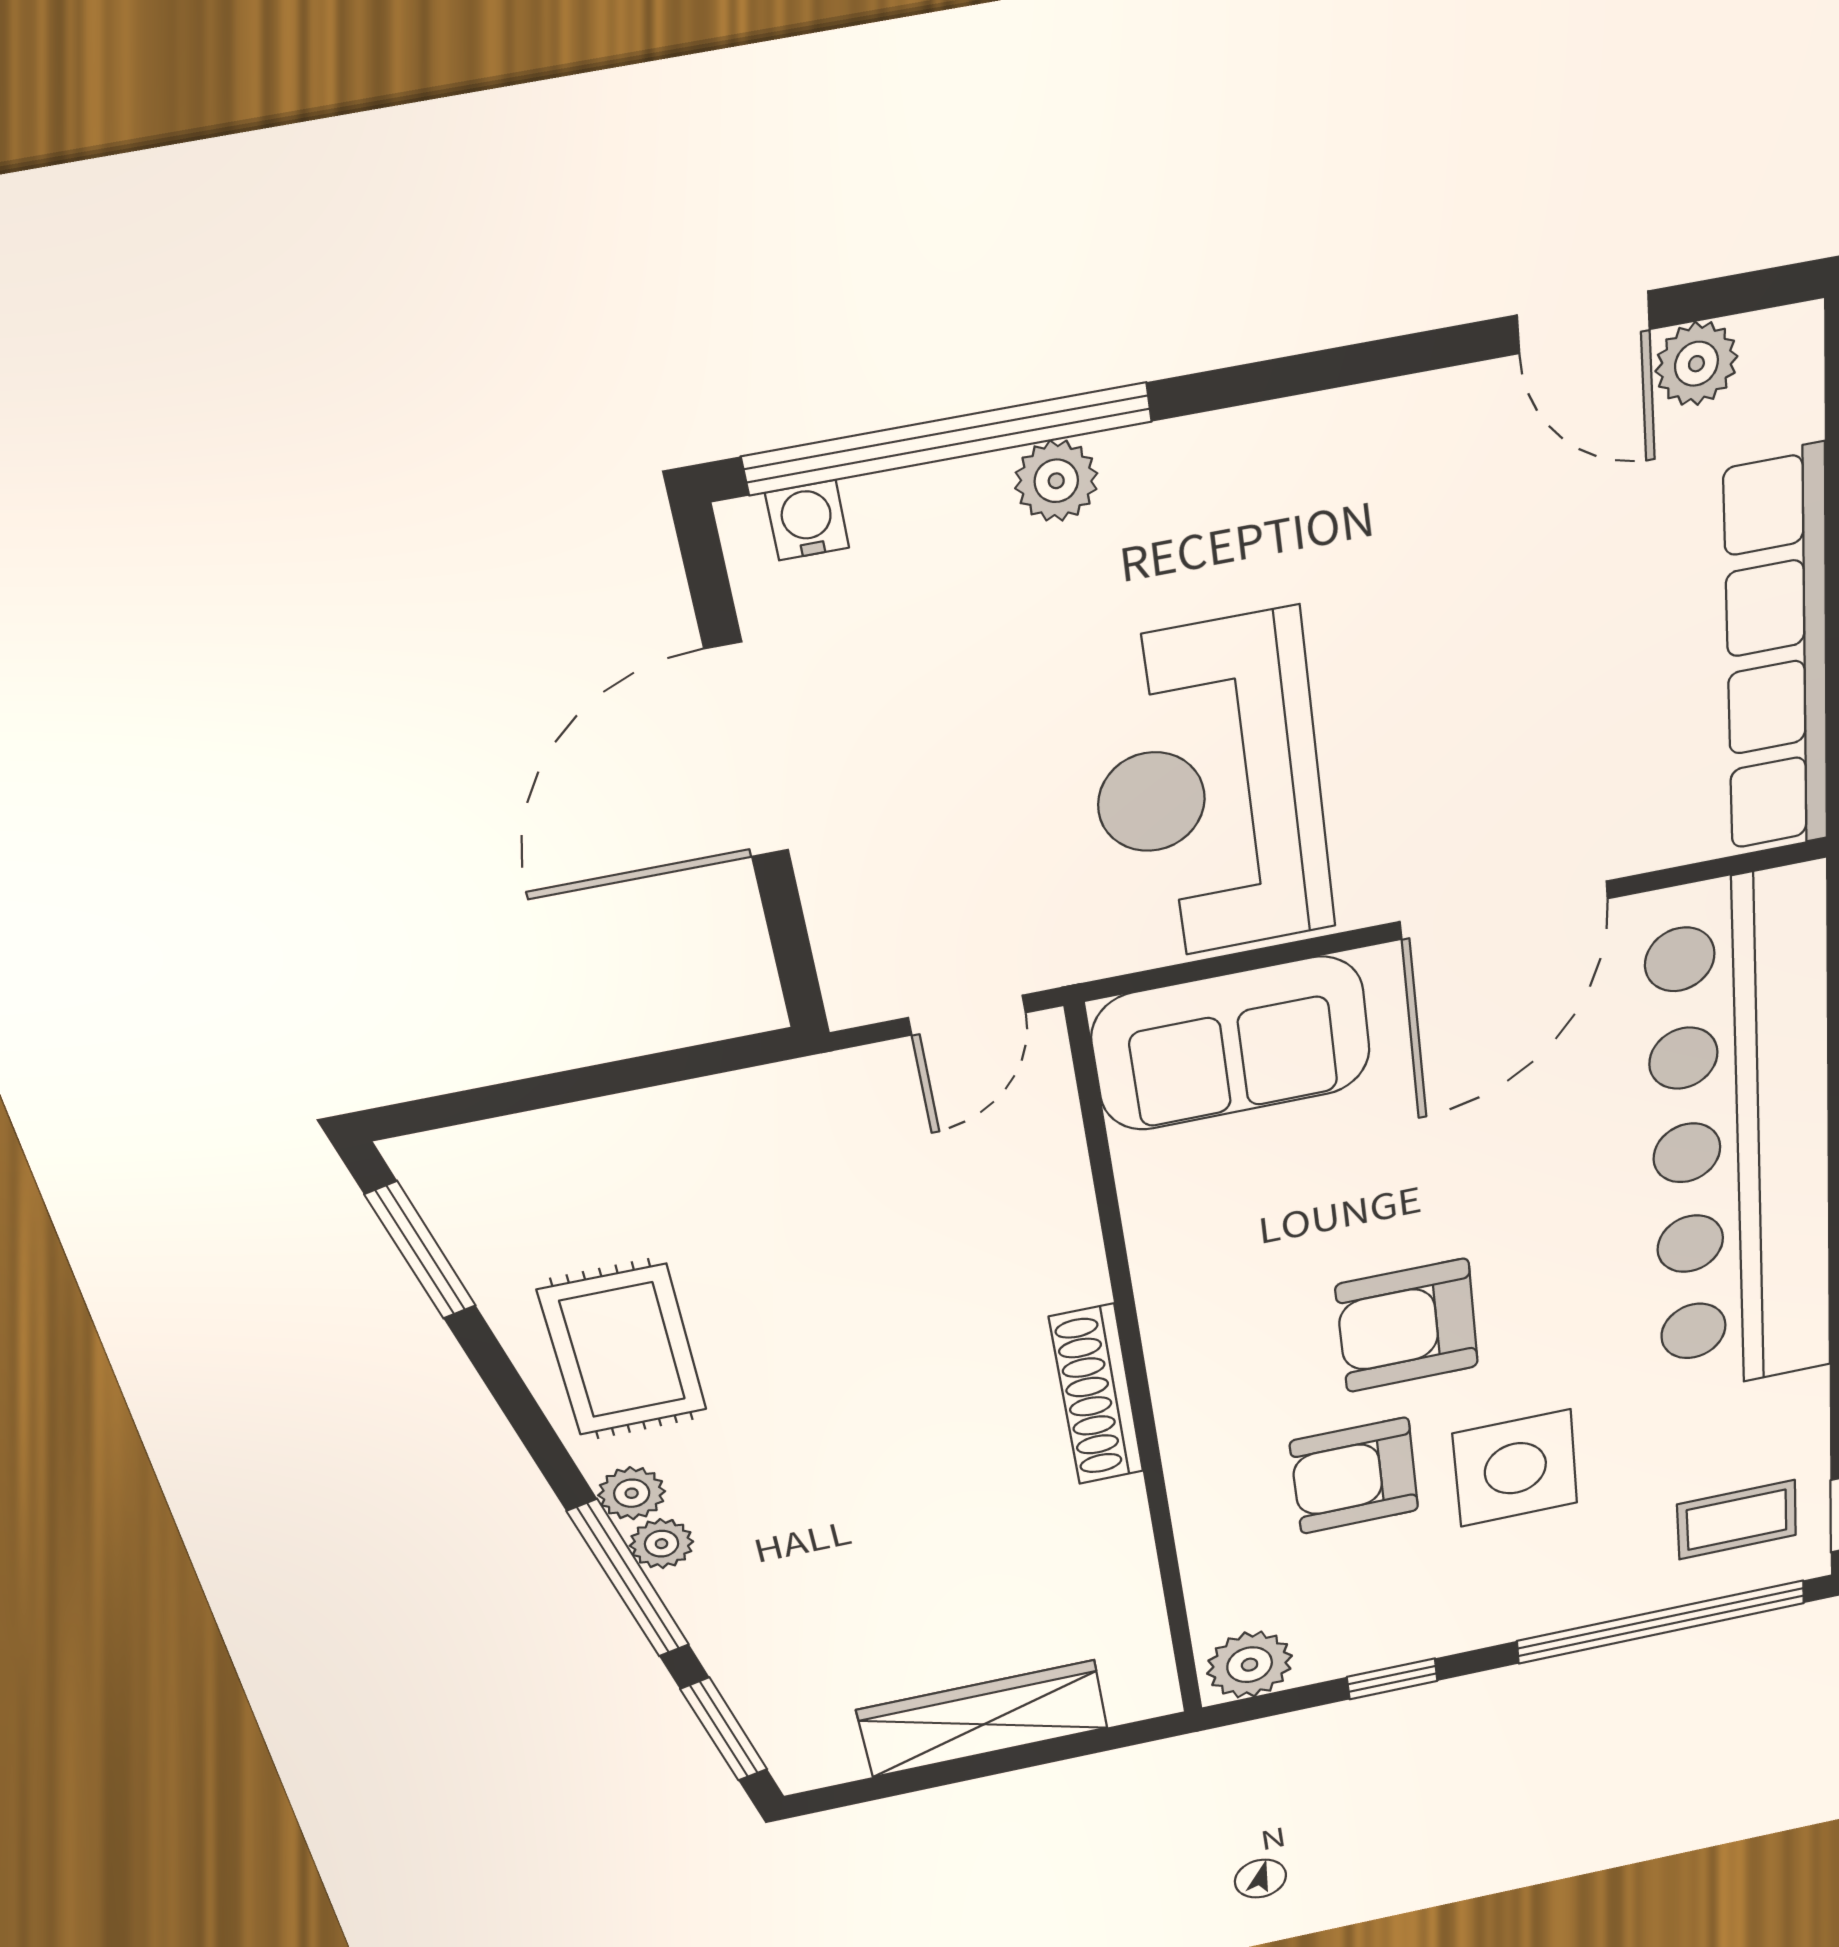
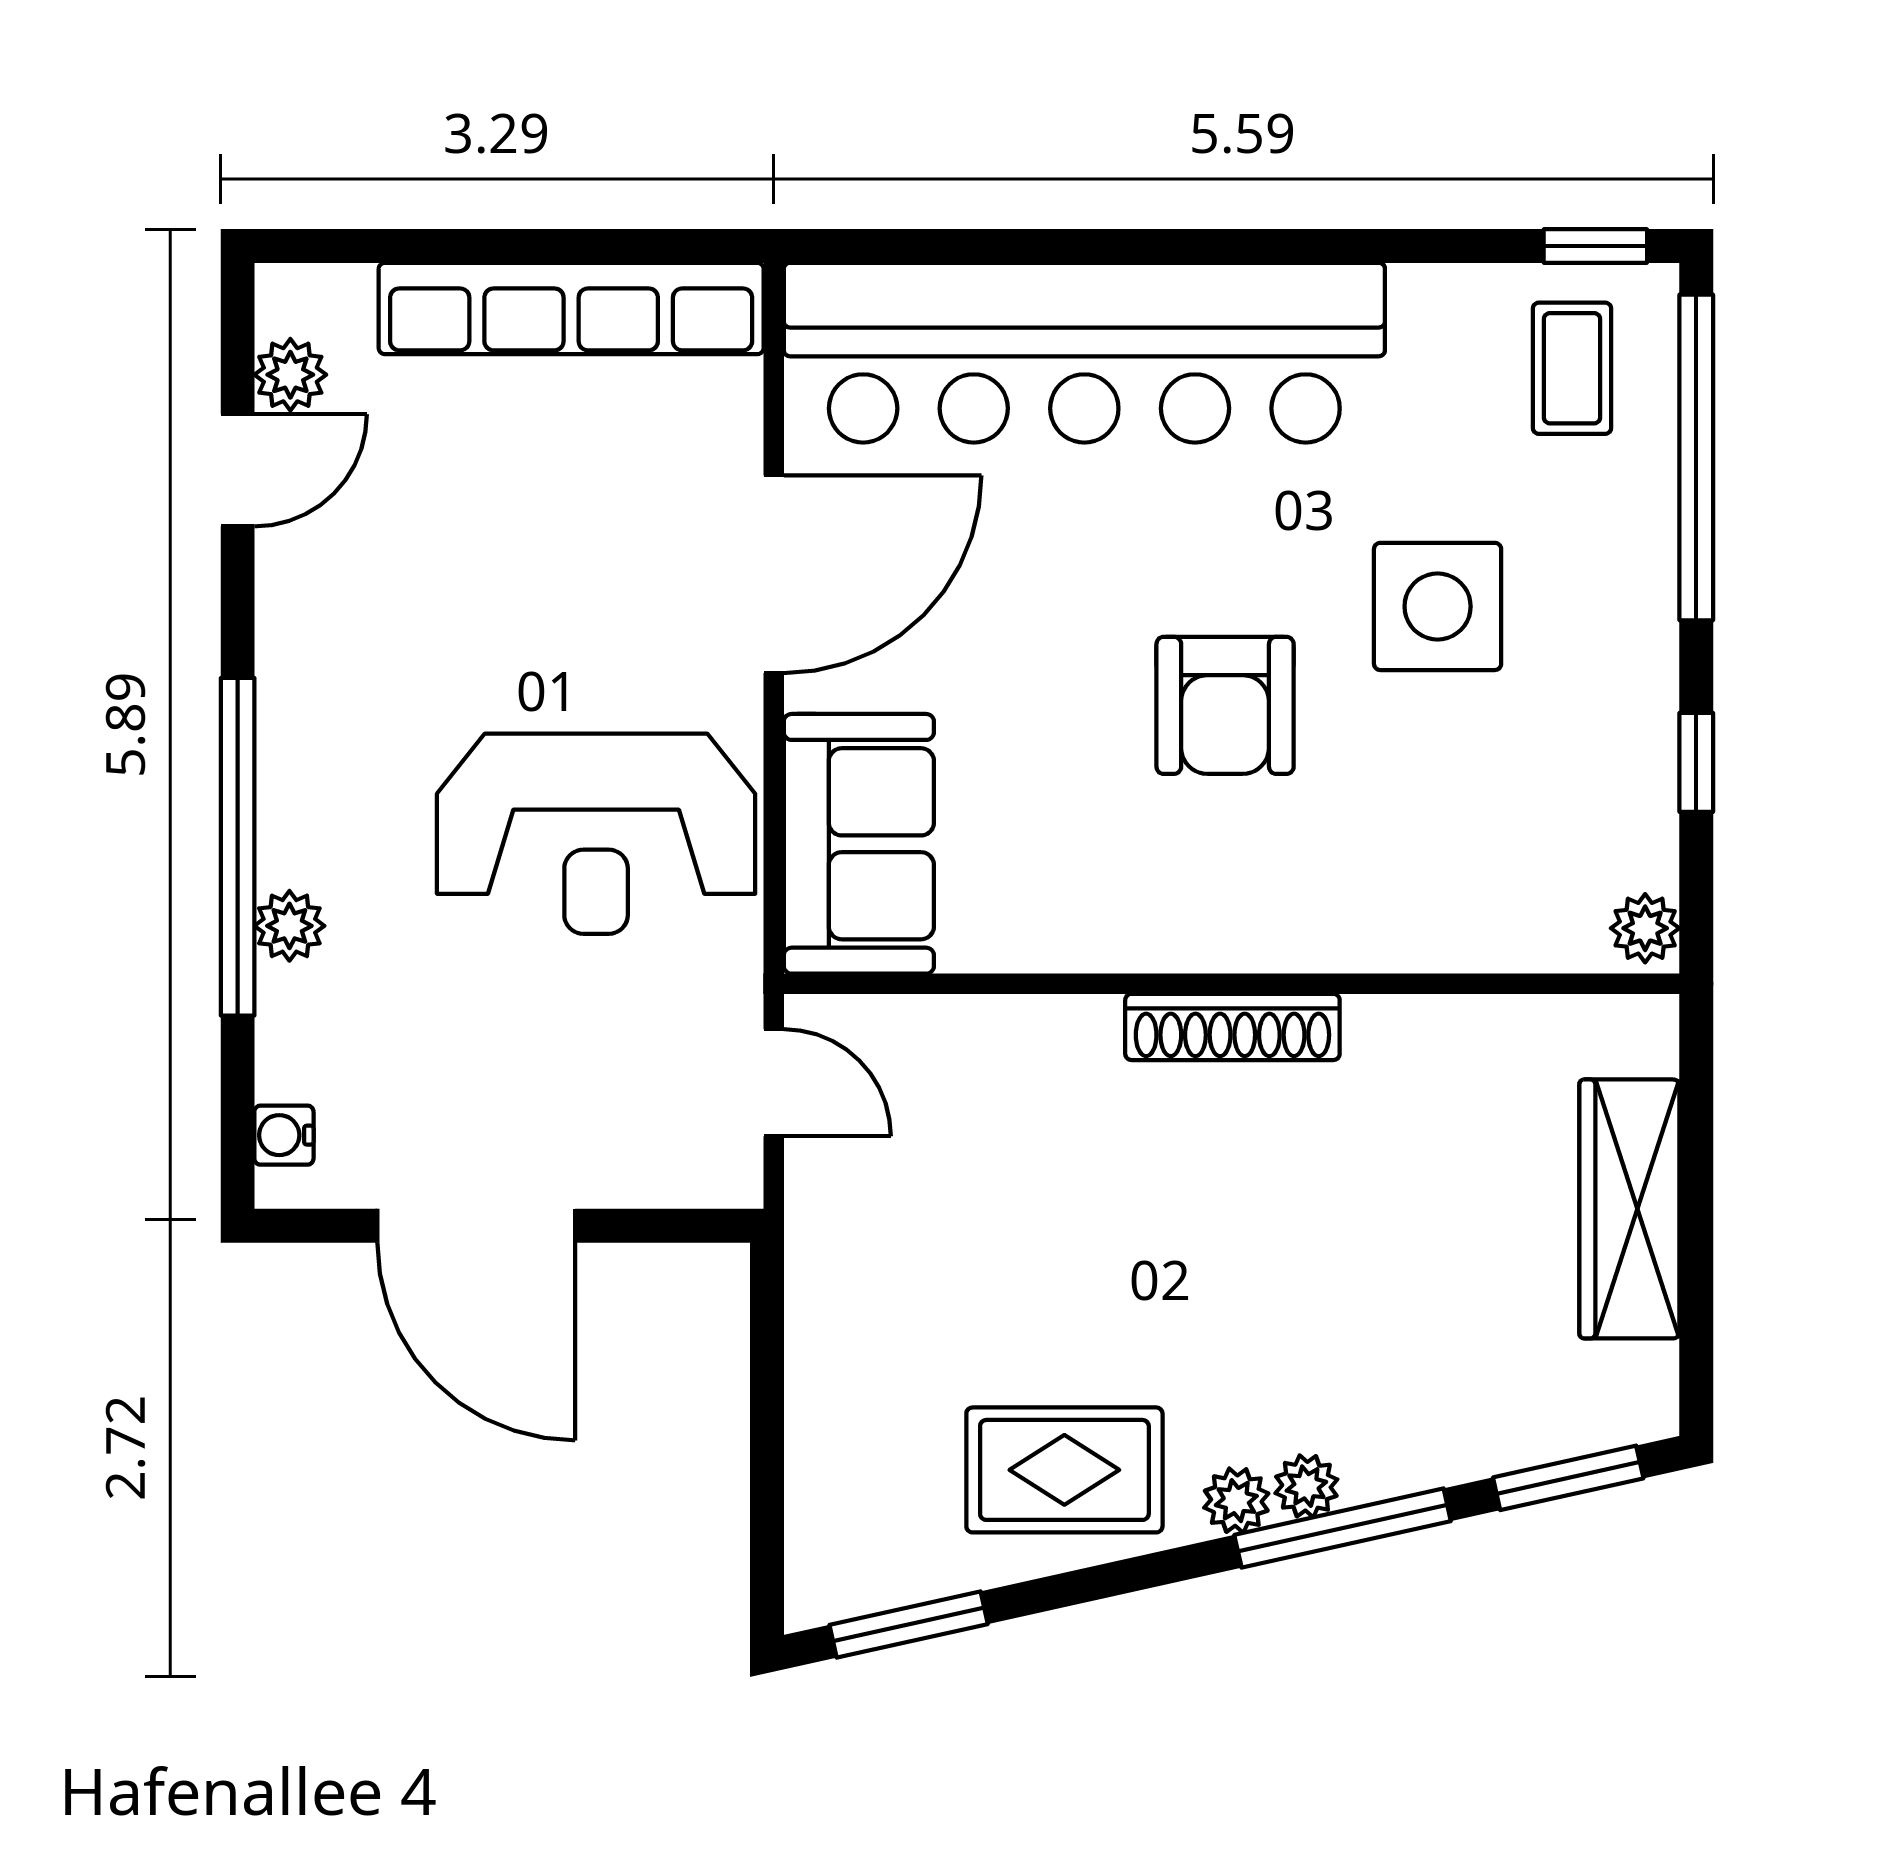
window: (948, 439) -> (238, 847), moved
door: (1504, 910) -> (774, 574), hinge flipped
armchair: (1354, 1476) -> (1403, 777), removed
plant: (1250, 1665) -> (1645, 928), width x0.73, depth x0.73

